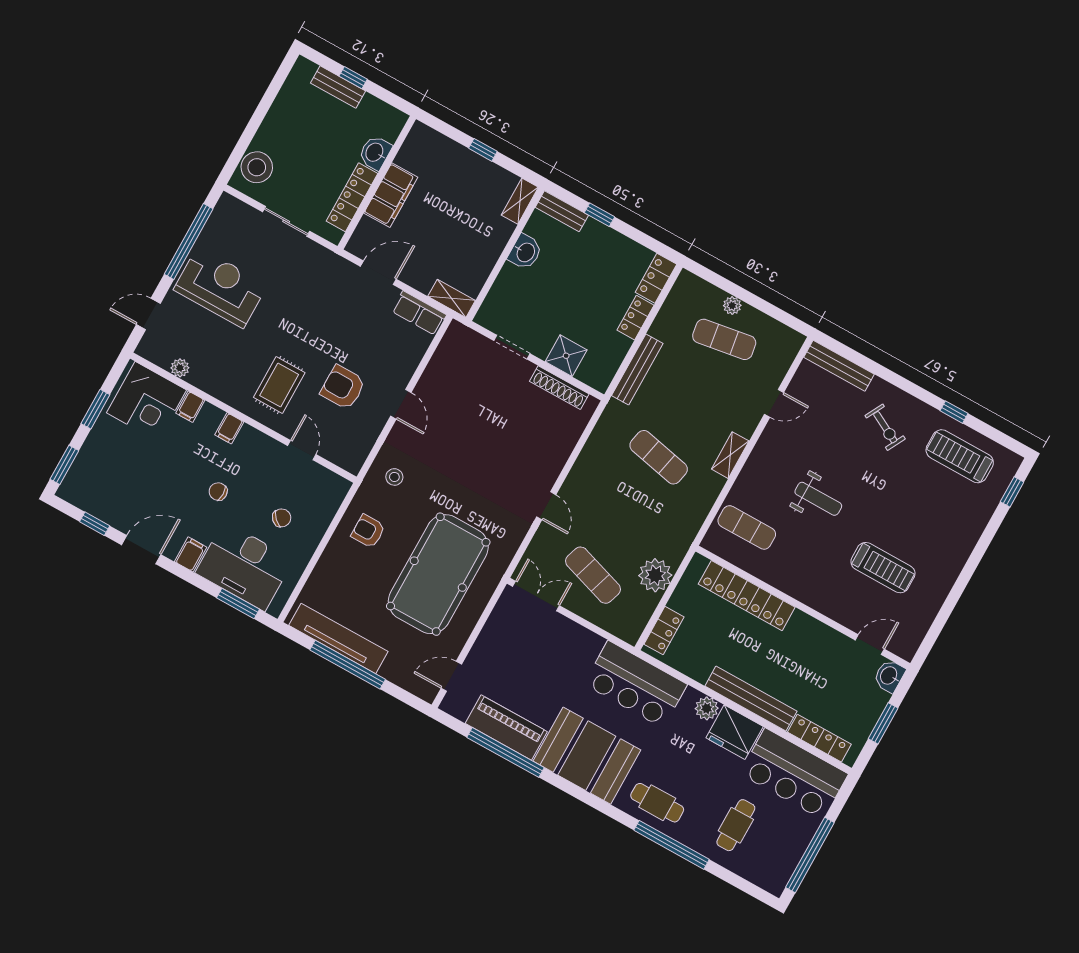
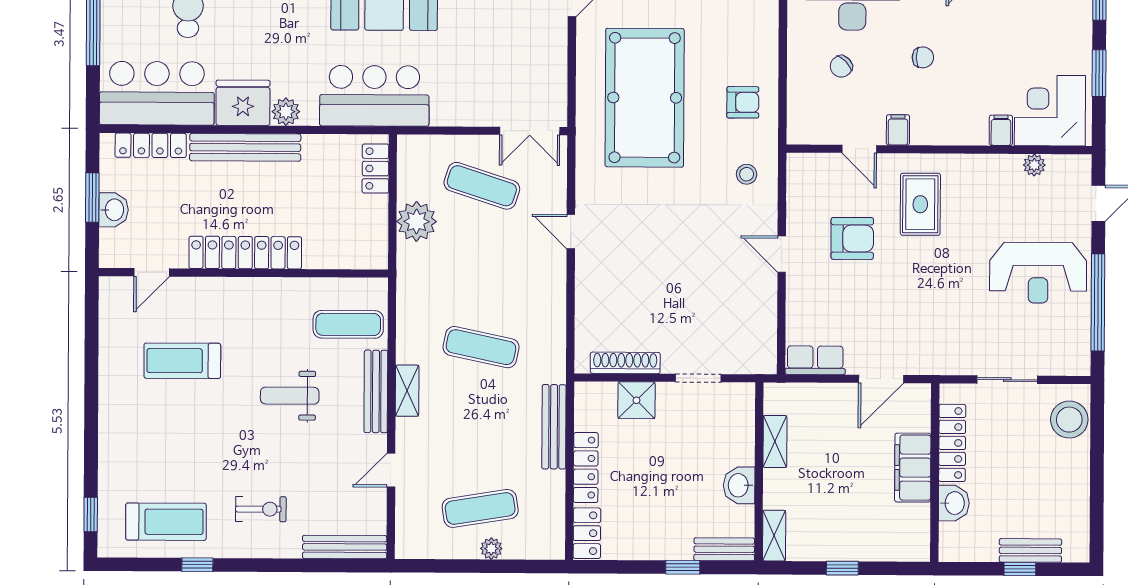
shelving: (452, 298) -> (775, 442), moved, turned 90
locker: (635, 318) -> (586, 468), width x1.53
exercise bike: (885, 427) -> (261, 509), turned 152
filing cabinet: (229, 428) -> (898, 130), moved
bench: (753, 467) -> (376, 391), added
locker: (747, 596) -> (245, 253), moved
washbasin: (889, 676) -> (114, 210), moved

